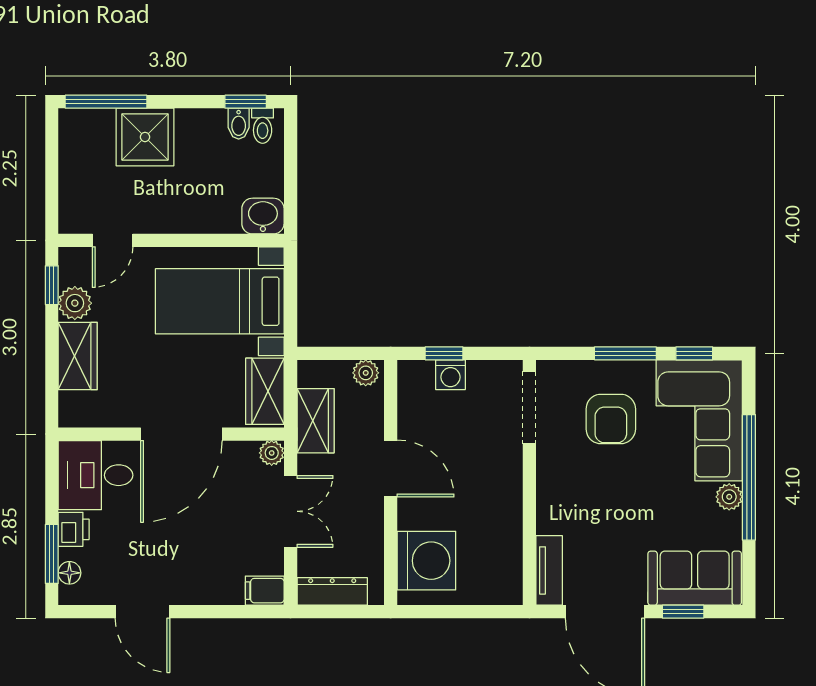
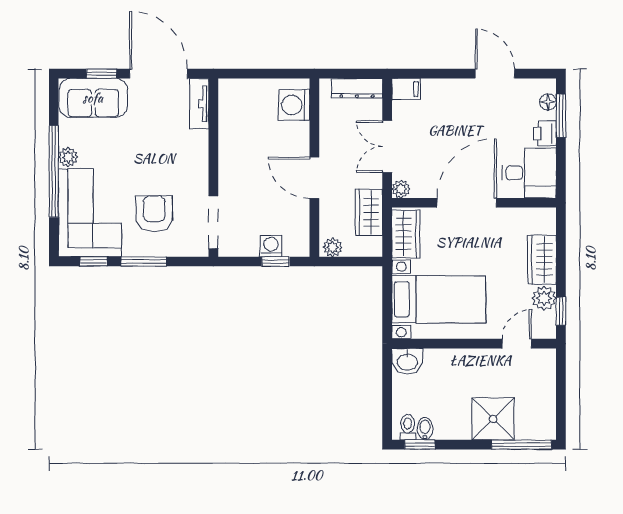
washing machine: (426, 561) -> (294, 105), width x0.73, depth x0.73

